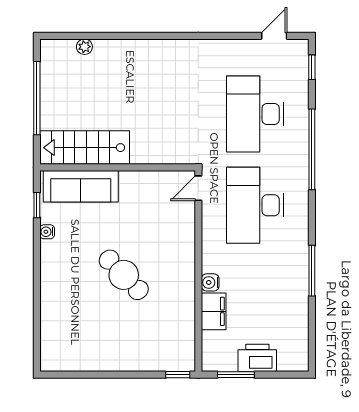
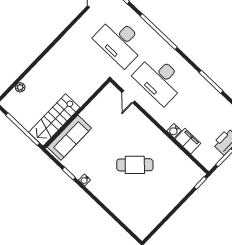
stairs: (85, 148) -> (54, 120), moved
wall: (118, 167) -> (77, 114), moved
sofa: (81, 186) -> (69, 138), moved

